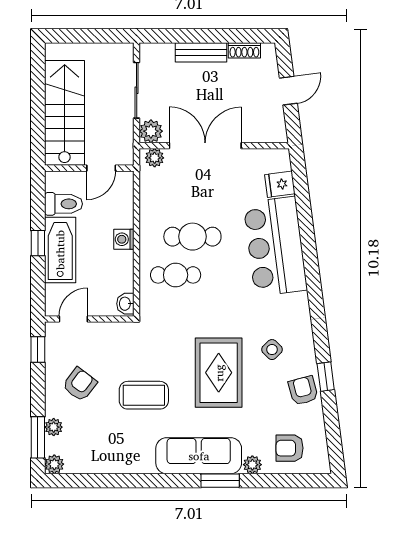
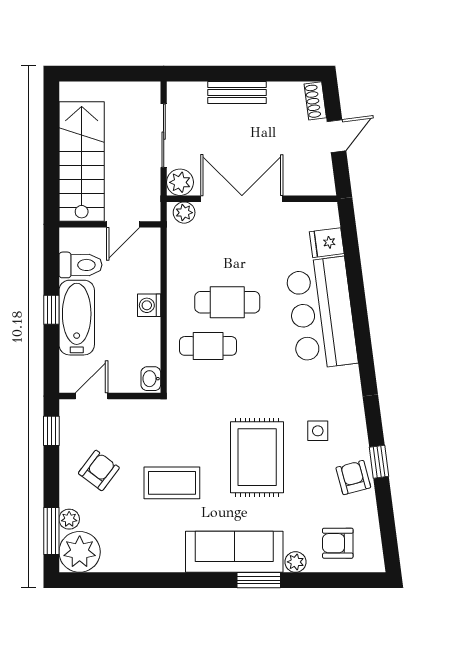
shoe rack: (244, 50) -> (315, 101), moved, turned 83
side table: (272, 350) -> (318, 431), turned 45
plant: (54, 464) -> (80, 552), width x1.88, depth x1.88

